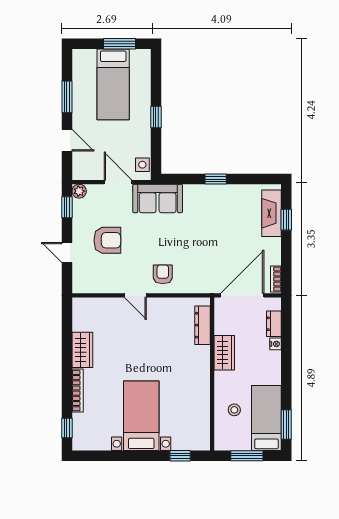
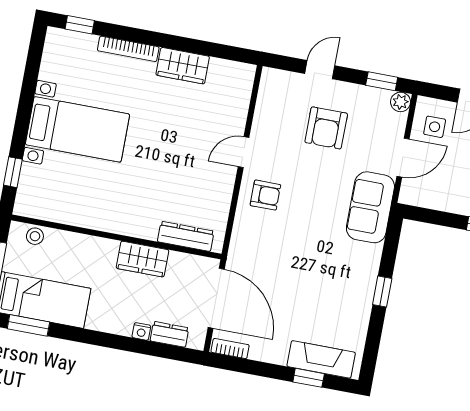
side table: (142, 165) -> (435, 127), moved
stool: (234, 410) -> (35, 236), moved

